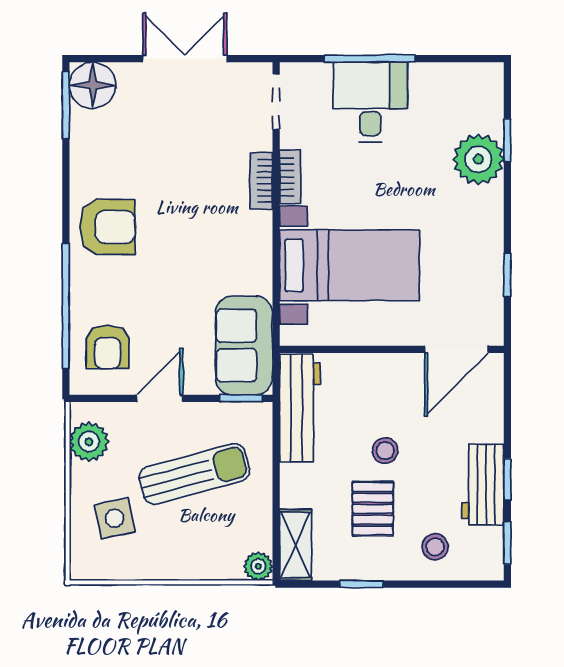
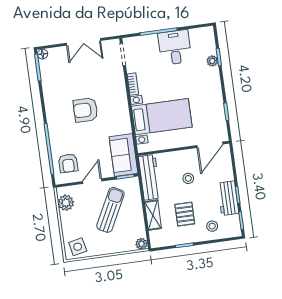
double door: (185, 59) -> (83, 42), swing flipped
floor lamp: (93, 85) -> (43, 54), width x0.53, depth x0.53
desk: (370, 102) -> (175, 47), moved
plant: (478, 159) -> (212, 61), width x0.53, depth x0.53
bookcase: (261, 181) -> (121, 87), removed
armchair: (108, 227) -> (86, 110), moved, turned 180
stool: (385, 451) -> (188, 178), moved
sun lounger: (194, 474) -> (110, 210), turned -48
side table: (115, 518) -> (78, 247), moved
shelving: (296, 545) -> (153, 215), moved

